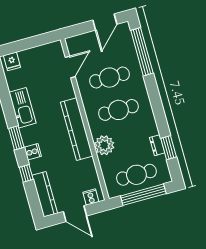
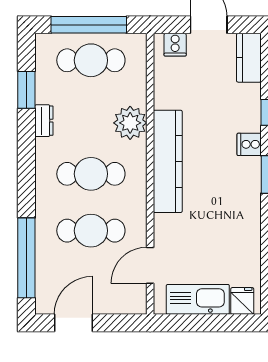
kitchen sink: (22, 108) -> (198, 299), moved, turned 90
dresser: (157, 145) -> (44, 121), moved
kitchen counter: (45, 194) -> (249, 58), width x0.67

